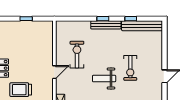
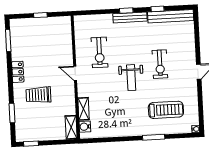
exercise bike: (77, 55) -> (99, 52), turned 180
door: (54, 72) -> (75, 73), swing flipped
weight bench: (104, 79) -> (131, 78), turned -90

